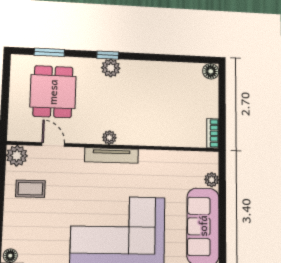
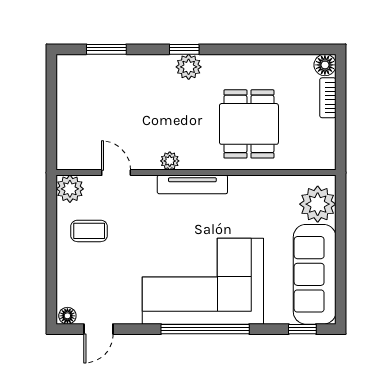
dining table: (53, 92) -> (249, 124), moved
bookcase: (213, 133) -> (328, 98), moved
plant: (109, 138) -> (170, 161), moved
plant: (212, 180) -> (318, 204), width x1.88, depth x1.88

